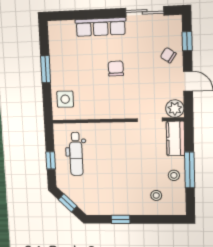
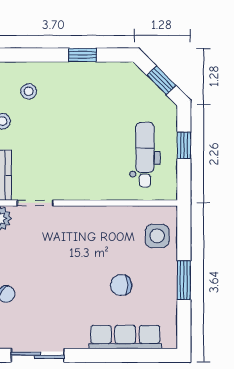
row of seats: (101, 27) -> (125, 337), moved
chair: (116, 69) -> (121, 285), moved, turned 90

